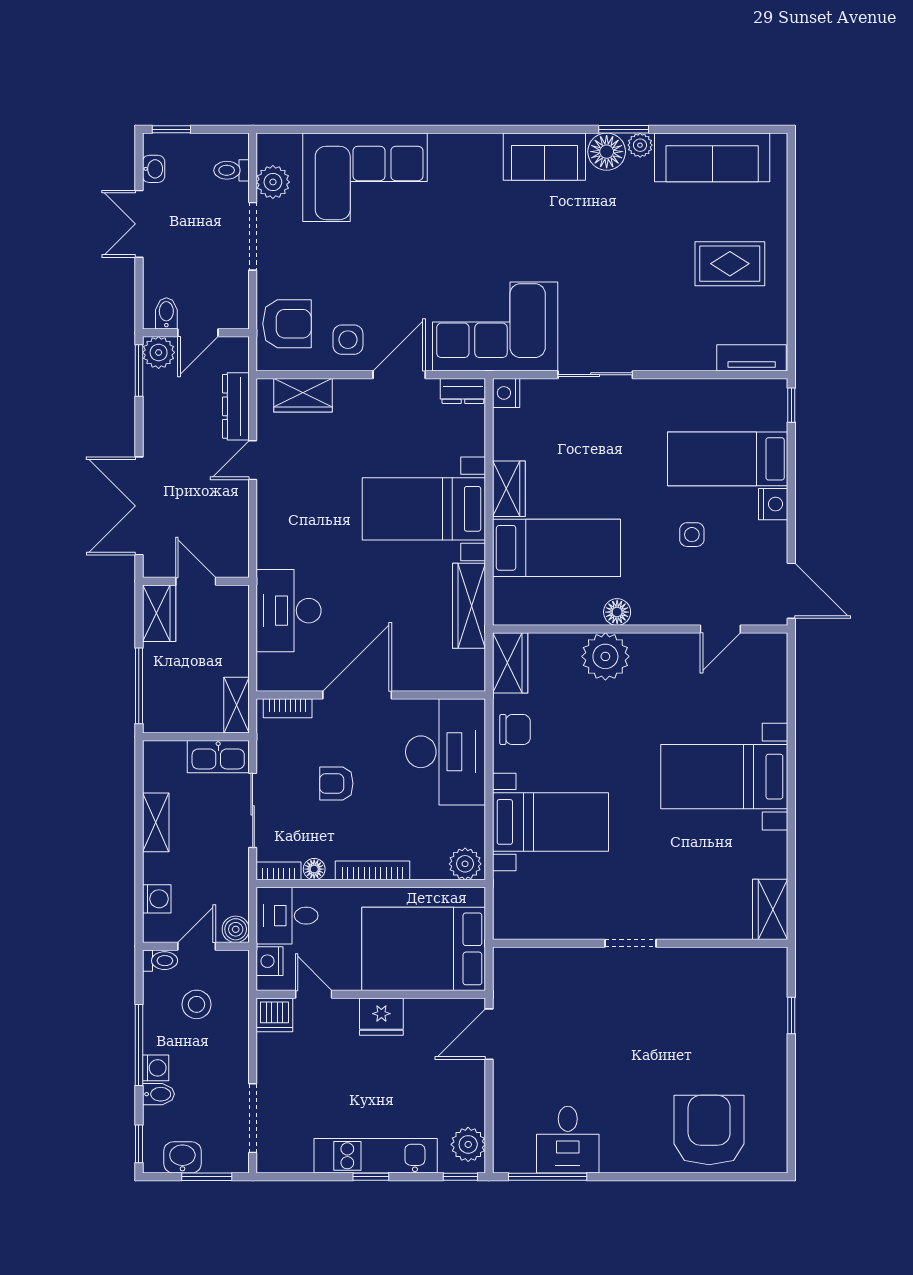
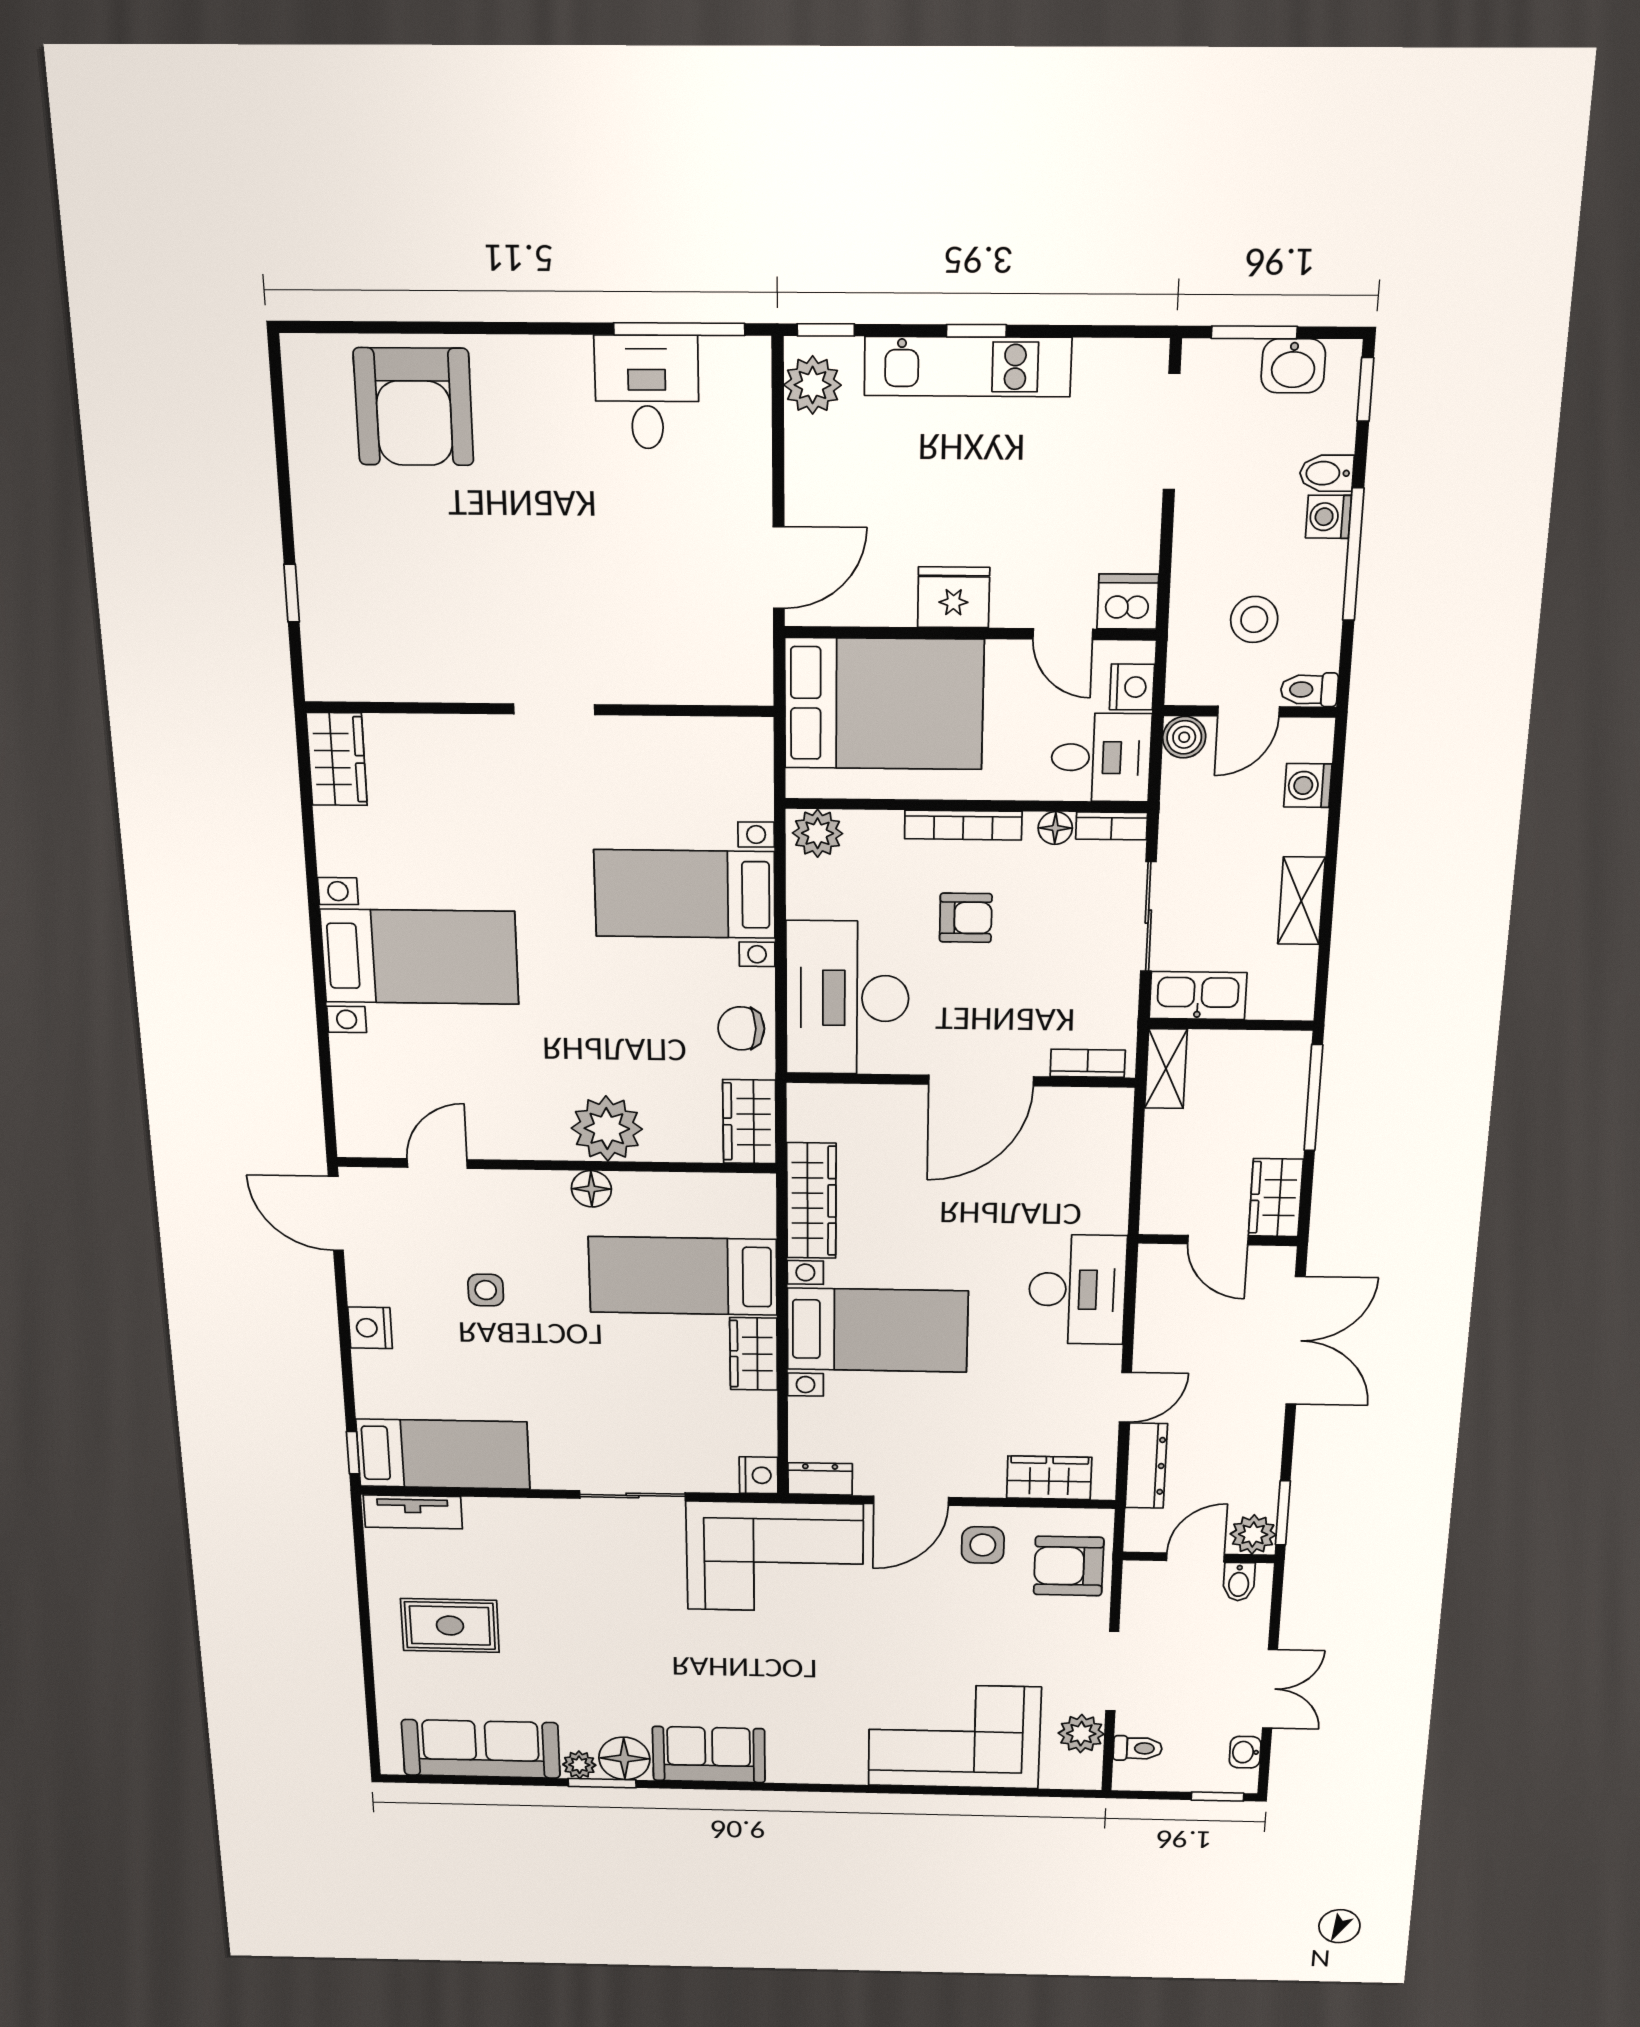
bed: (728, 459) -> (443, 1454), moved
desk: (289, 611) -> (1077, 1290), moved
armchair: (336, 783) -> (966, 918), moved

